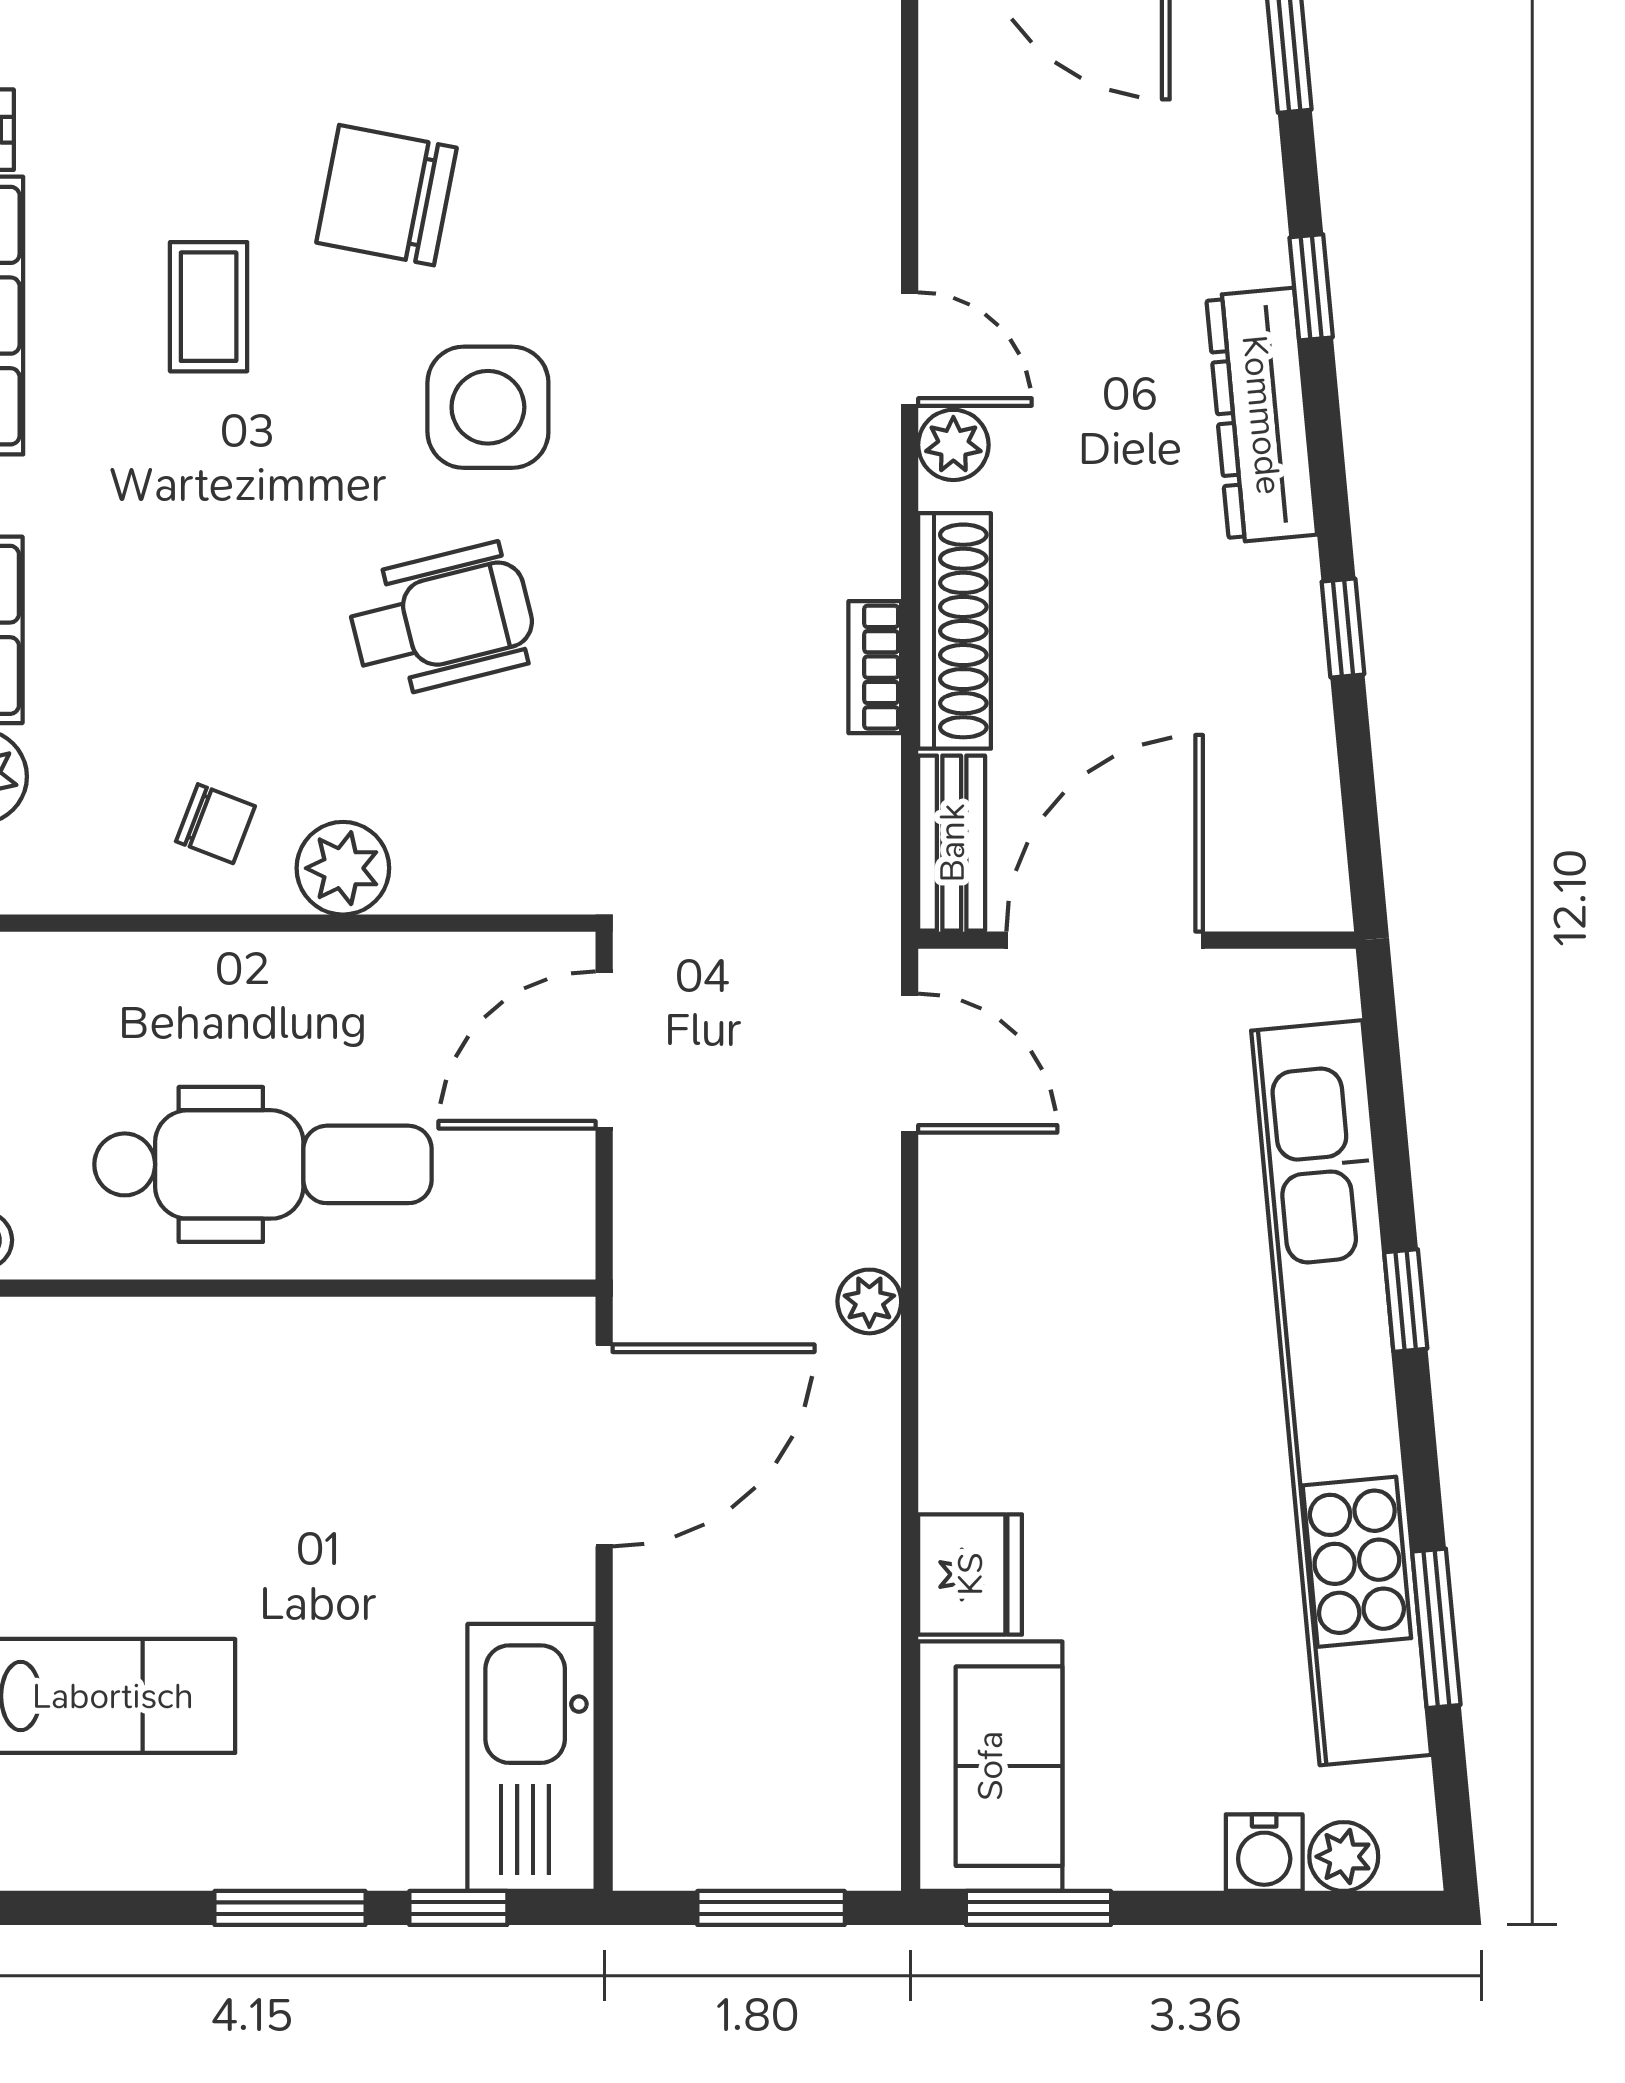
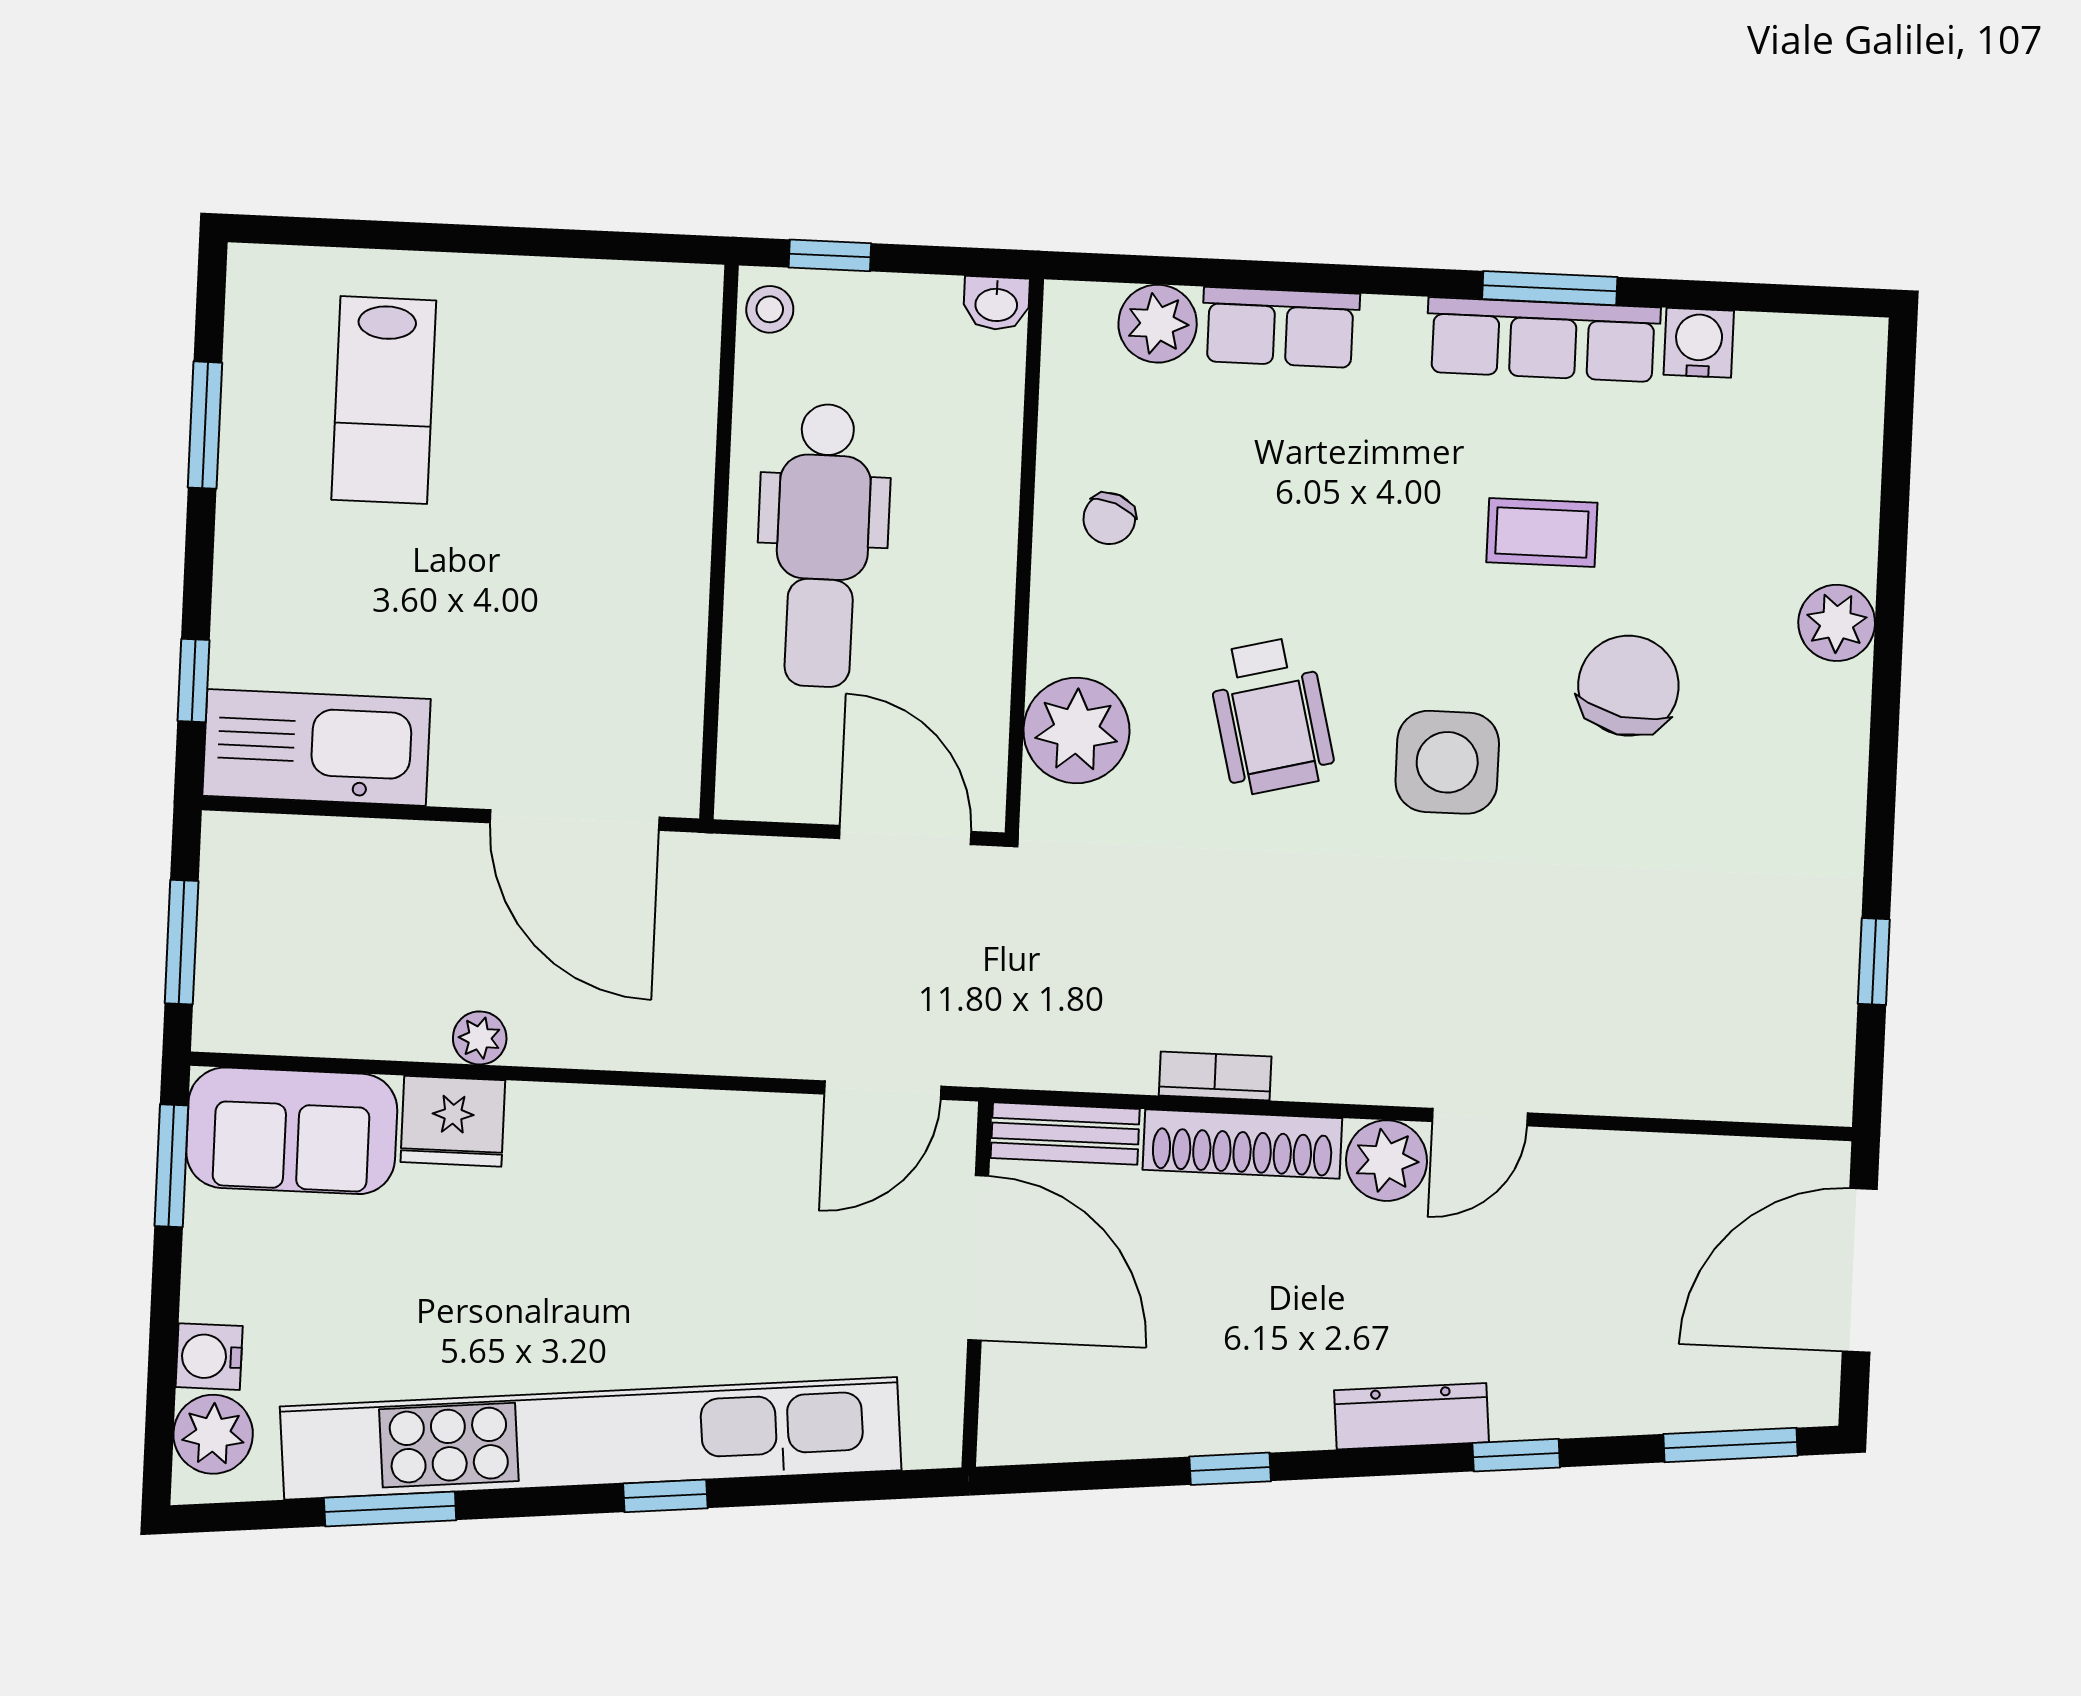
dresser: (1262, 415) -> (1411, 1416), width x0.73, depth x0.80
plant: (953, 445) -> (1386, 1161), width x1.38, depth x1.38
plant: (343, 868) -> (1076, 730), moved, width x1.36, depth x1.36
plant: (869, 1301) -> (480, 1038), moved
plant: (1344, 1857) -> (213, 1434), width x1.38, depth x1.38
window: (290, 1908) -> (205, 425), moved

